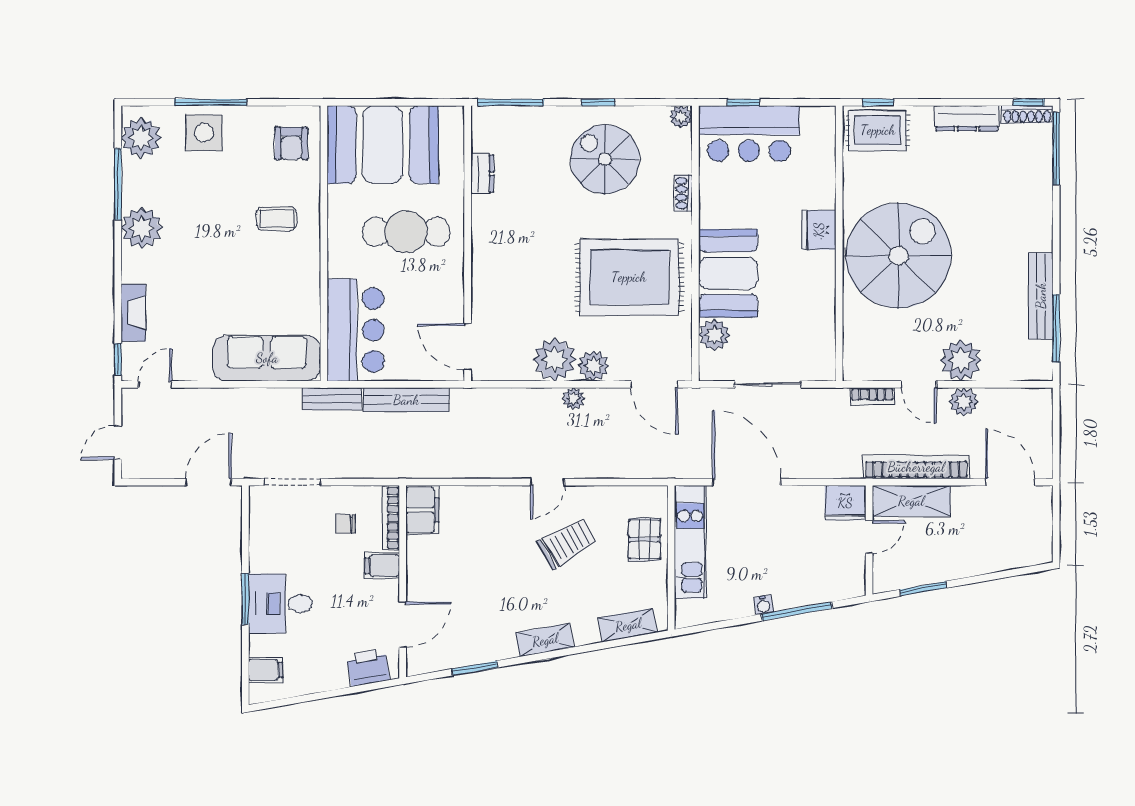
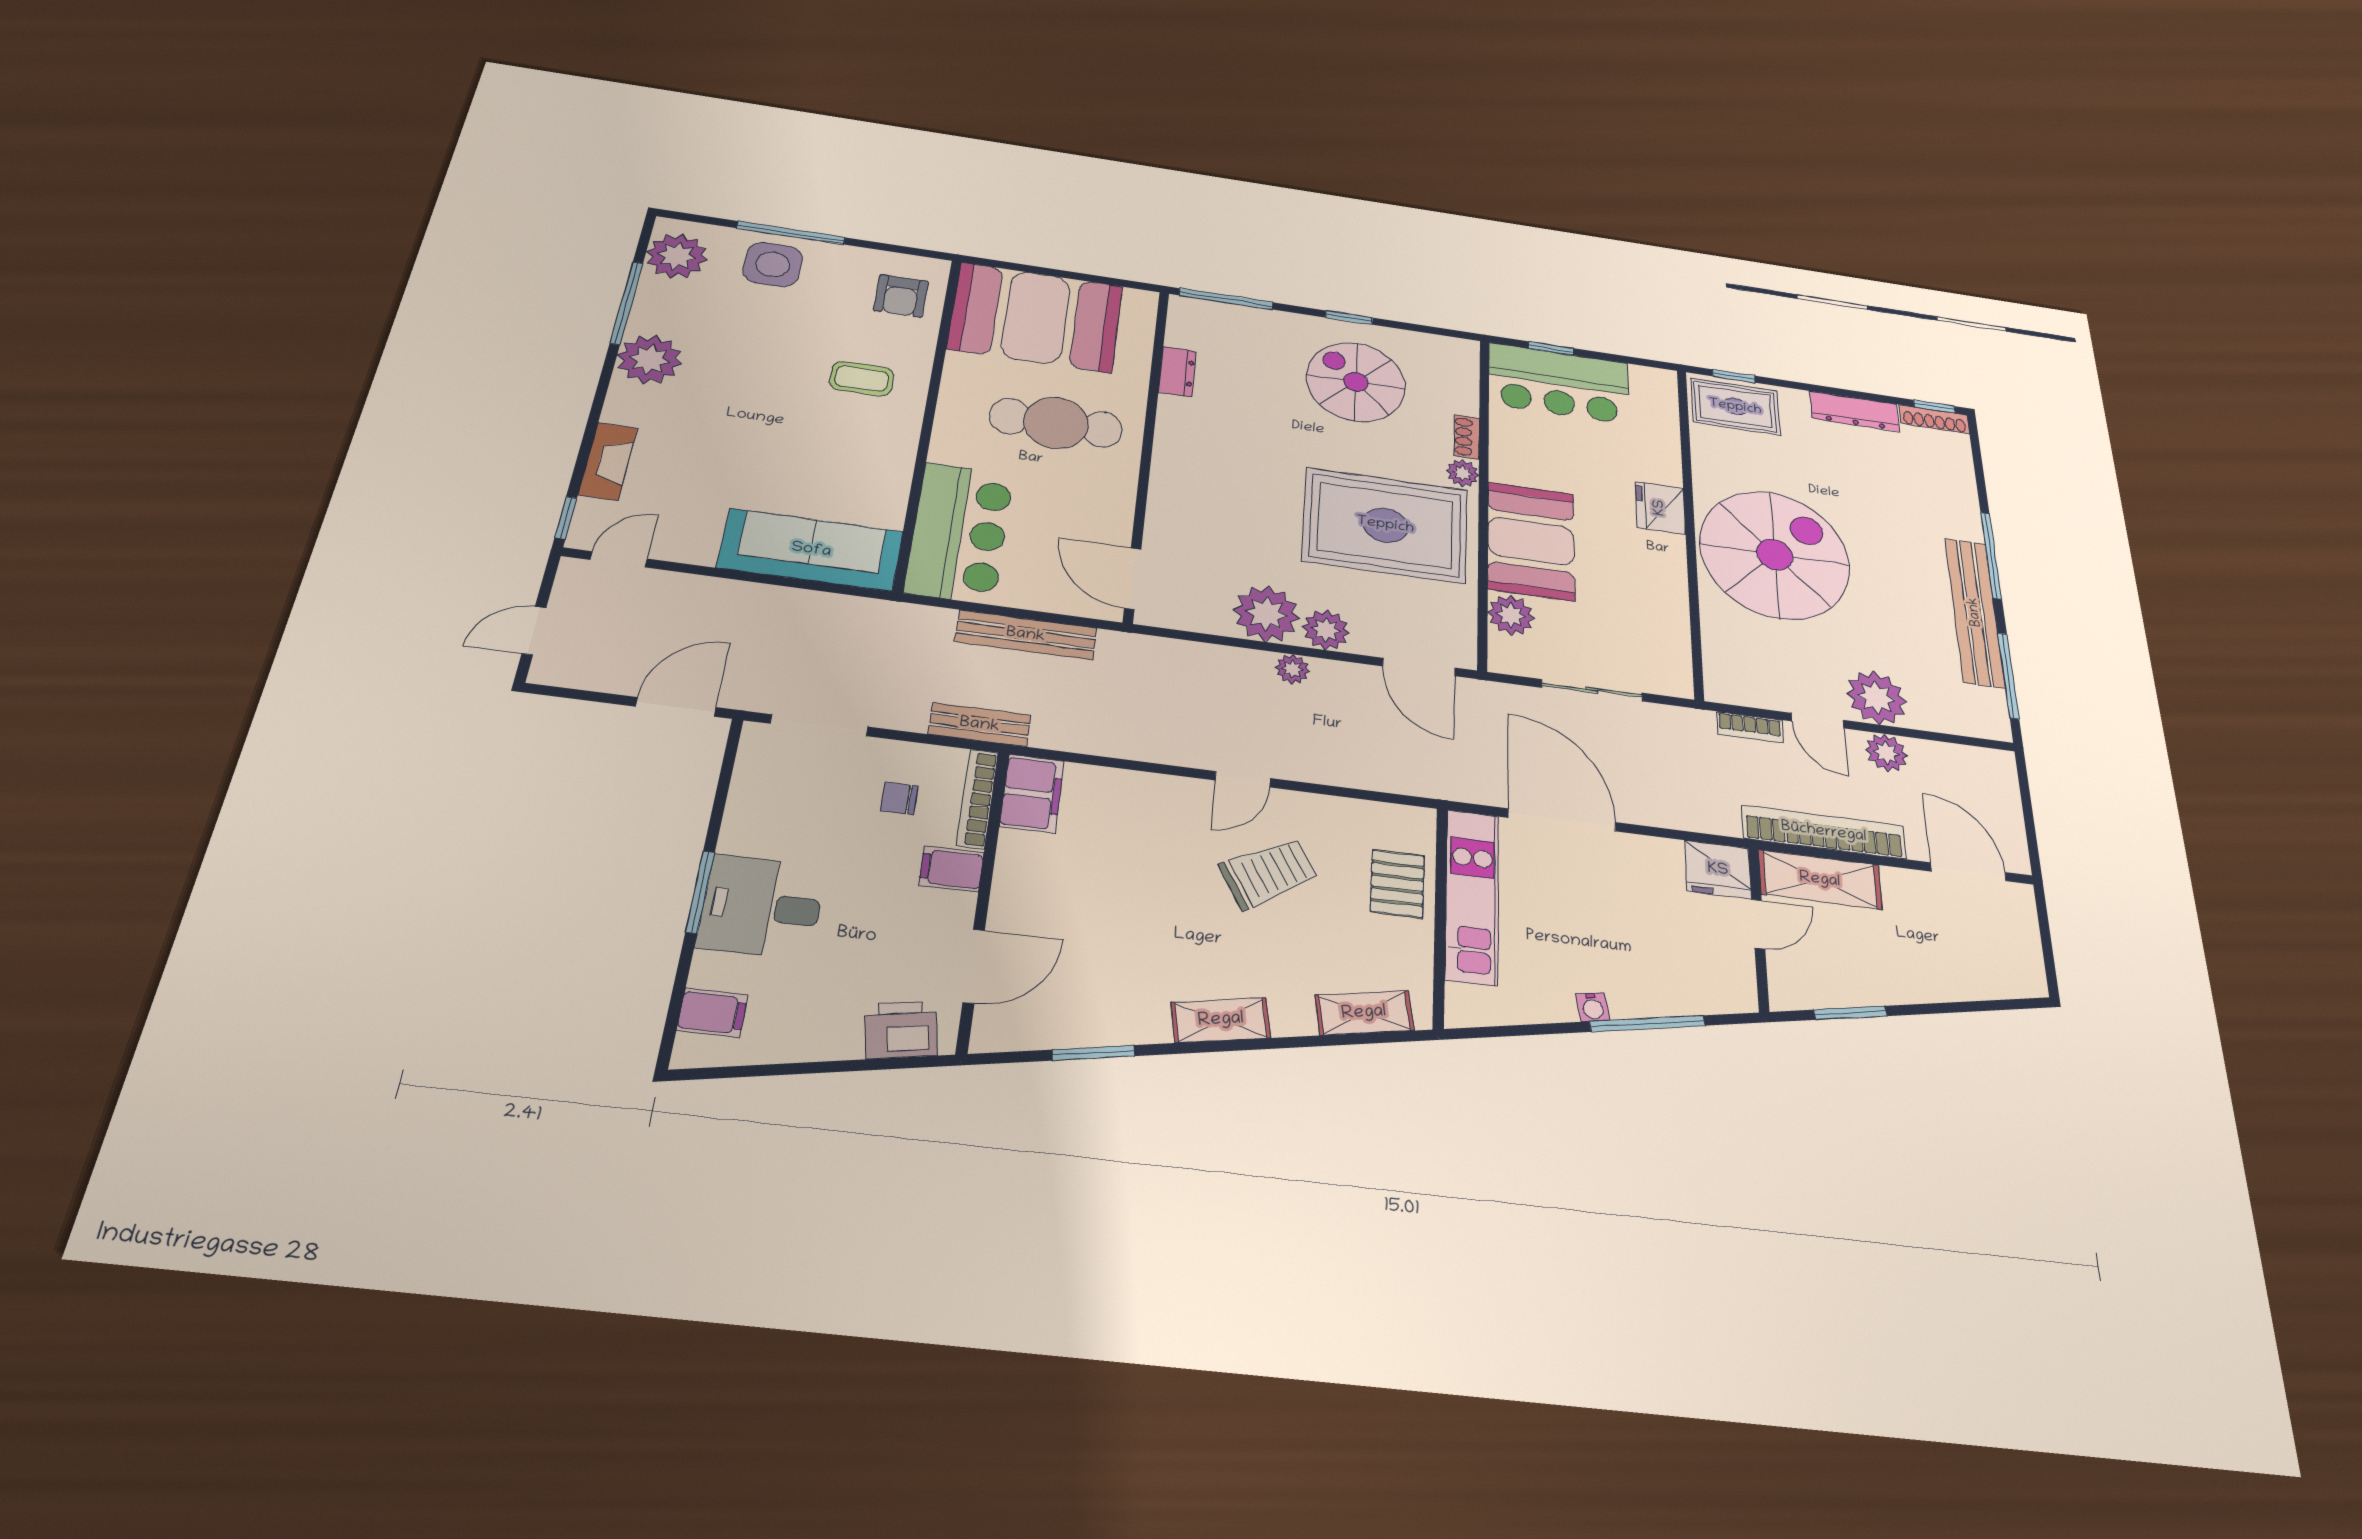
plant: (681, 117) -> (1463, 473), moved
window: (1056, 148) -> (1991, 555), moved
bench: (1041, 296) -> (1975, 612), width x1.37, depth x1.21
bench: (332, 399) -> (980, 725), moved

